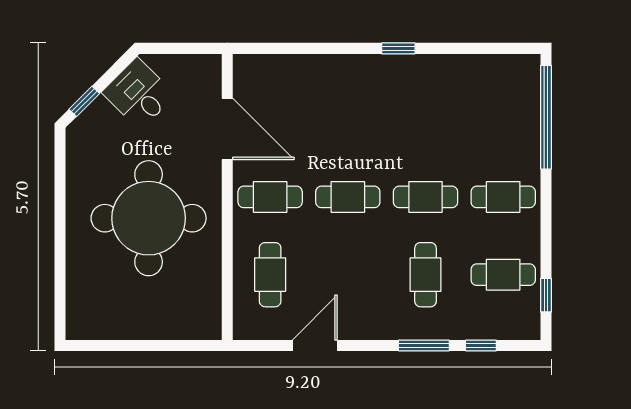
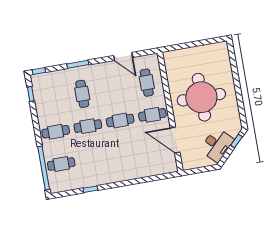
window: (398, 48) -> (90, 189), moved
desk: (139, 94) -> (217, 145), width x1.37
cafe table: (503, 275) -> (61, 164), moved
door: (315, 345) -> (123, 56), hinge flipped
window: (481, 345) -> (39, 71), moved

